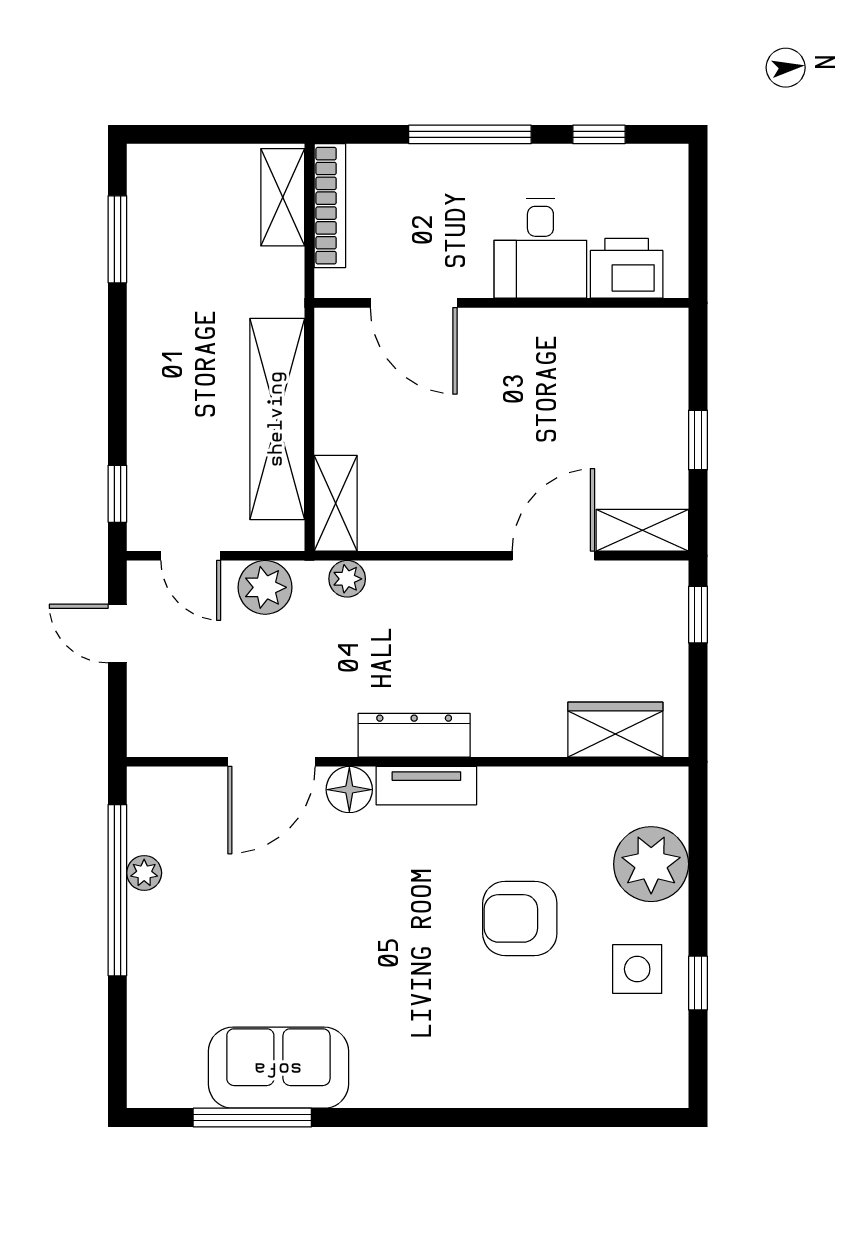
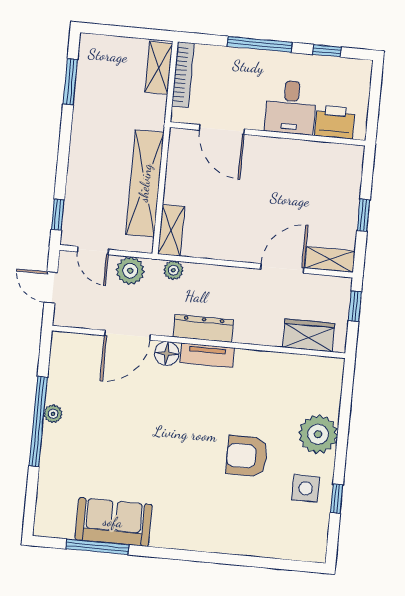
wardrobe: (615, 730) -> (309, 335), moved
dresser: (414, 735) -> (203, 328), moved
door: (271, 762) -> (127, 335), moved
wall: (408, 762) -> (199, 342), moved
tv unit: (426, 786) -> (207, 355), moved
floor lamp: (349, 790) -> (167, 354), moved

